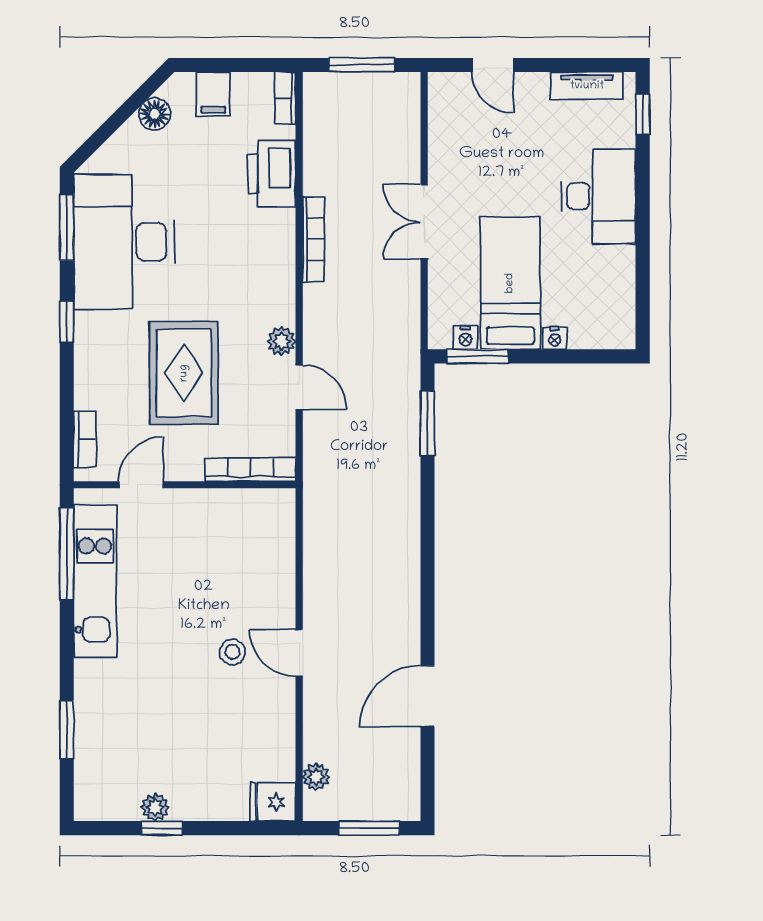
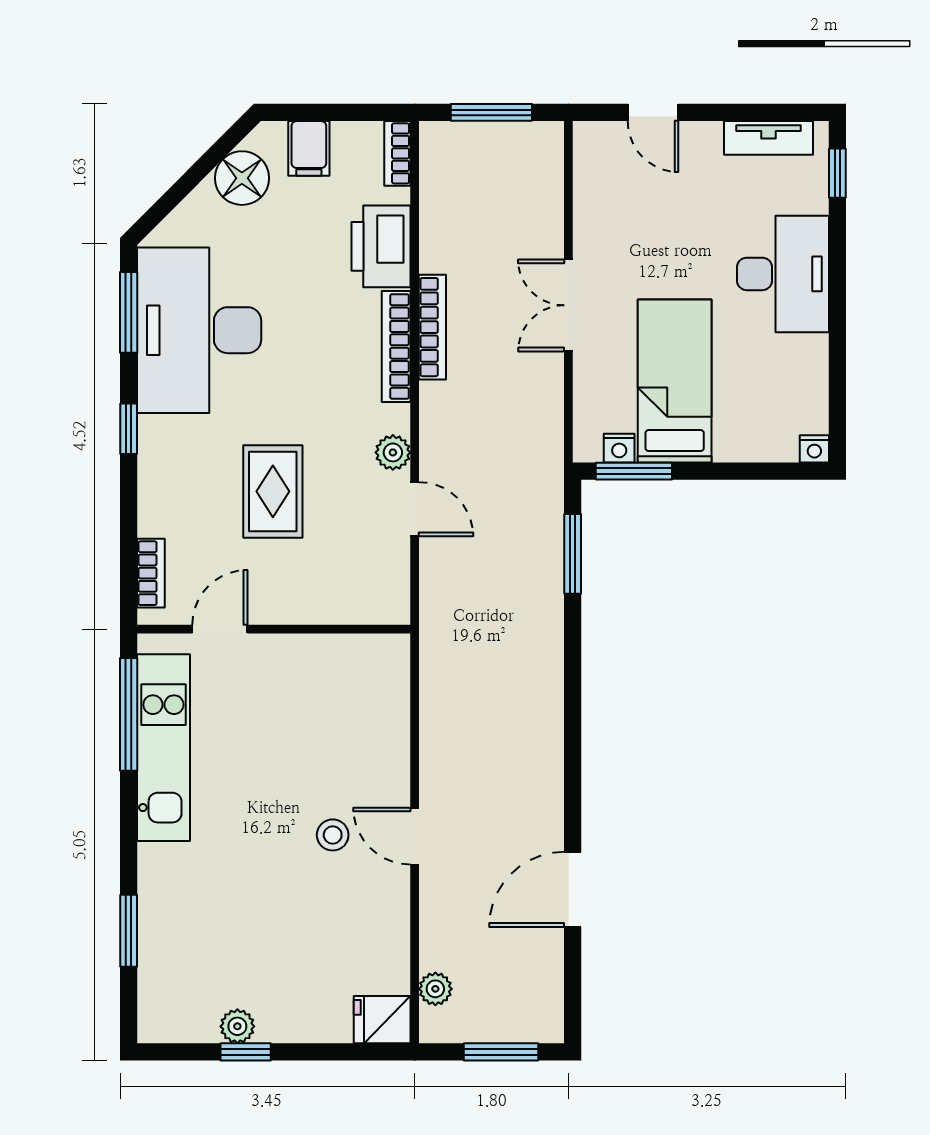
floor lamp: (155, 114) -> (242, 178), width x1.38, depth x1.38
nightstand: (555, 338) -> (814, 449), moved
rug: (184, 373) -> (273, 491), width x0.73, depth x0.70
bookcase: (250, 470) -> (396, 346), moved, turned -90

